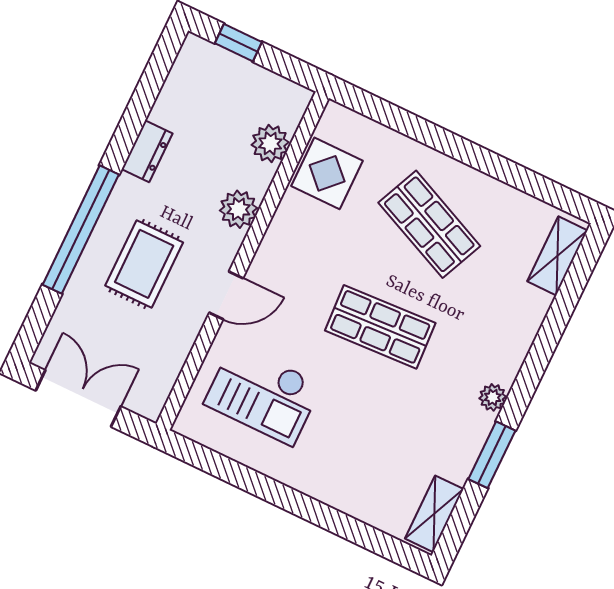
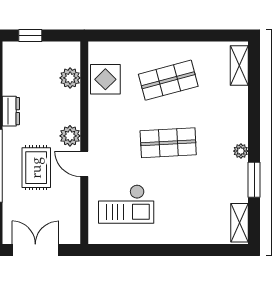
plant: (238, 209) -> (70, 136), moved
shop shelf: (429, 224) -> (168, 80), turned -39
door: (226, 295) -> (84, 164), swing flipped

